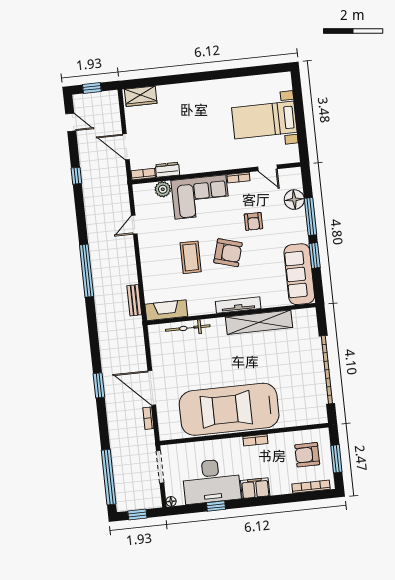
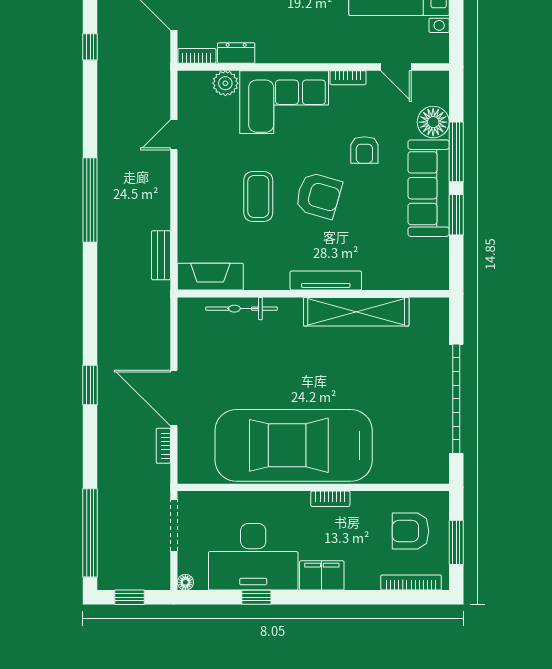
sofa: (299, 274) -> (429, 188), moved

